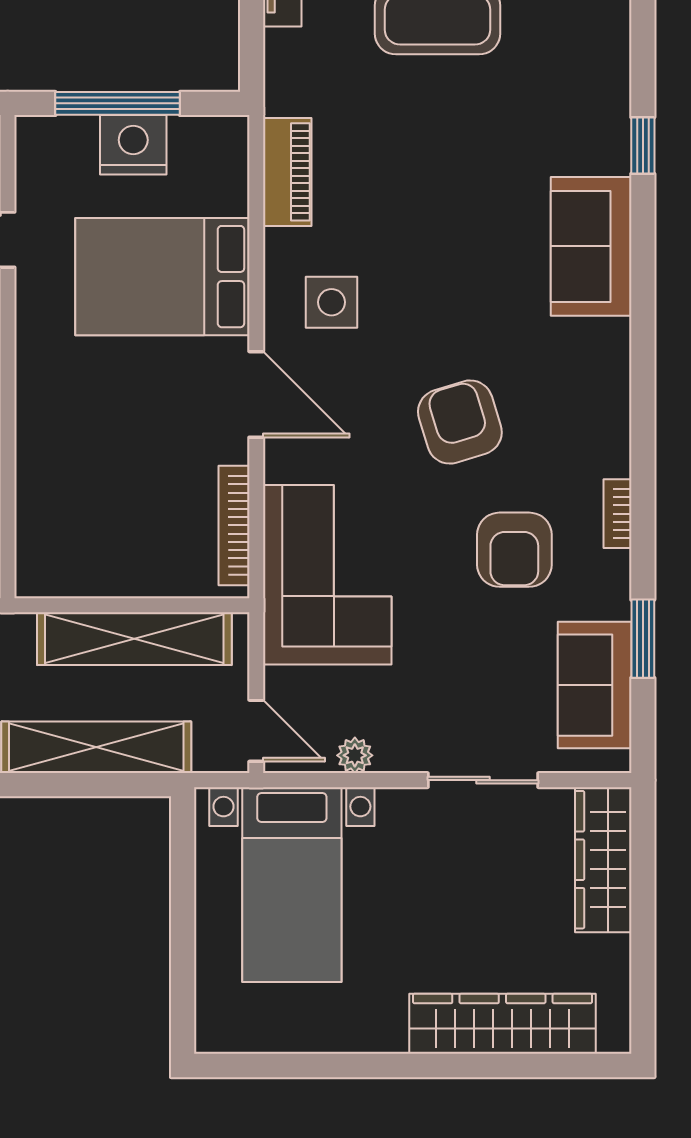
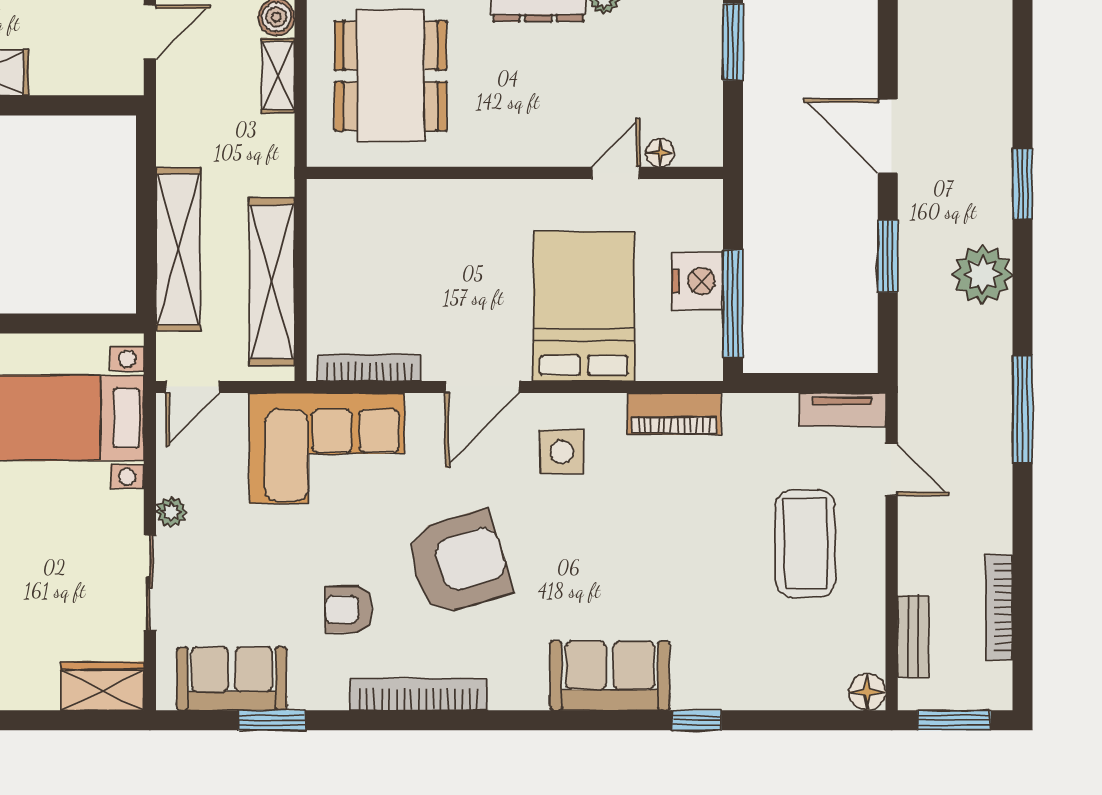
window: (118, 103) -> (733, 303), moved
armchair: (460, 422) -> (459, 563), width x1.36, depth x1.36
bookcase: (618, 514) -> (419, 695), width x2.31, depth x1.31
armchair: (514, 550) -> (349, 609), width x0.72, depth x0.72
plant: (355, 755) -> (171, 512), moved
wardrobe: (603, 860) -> (102, 686), width x0.67

